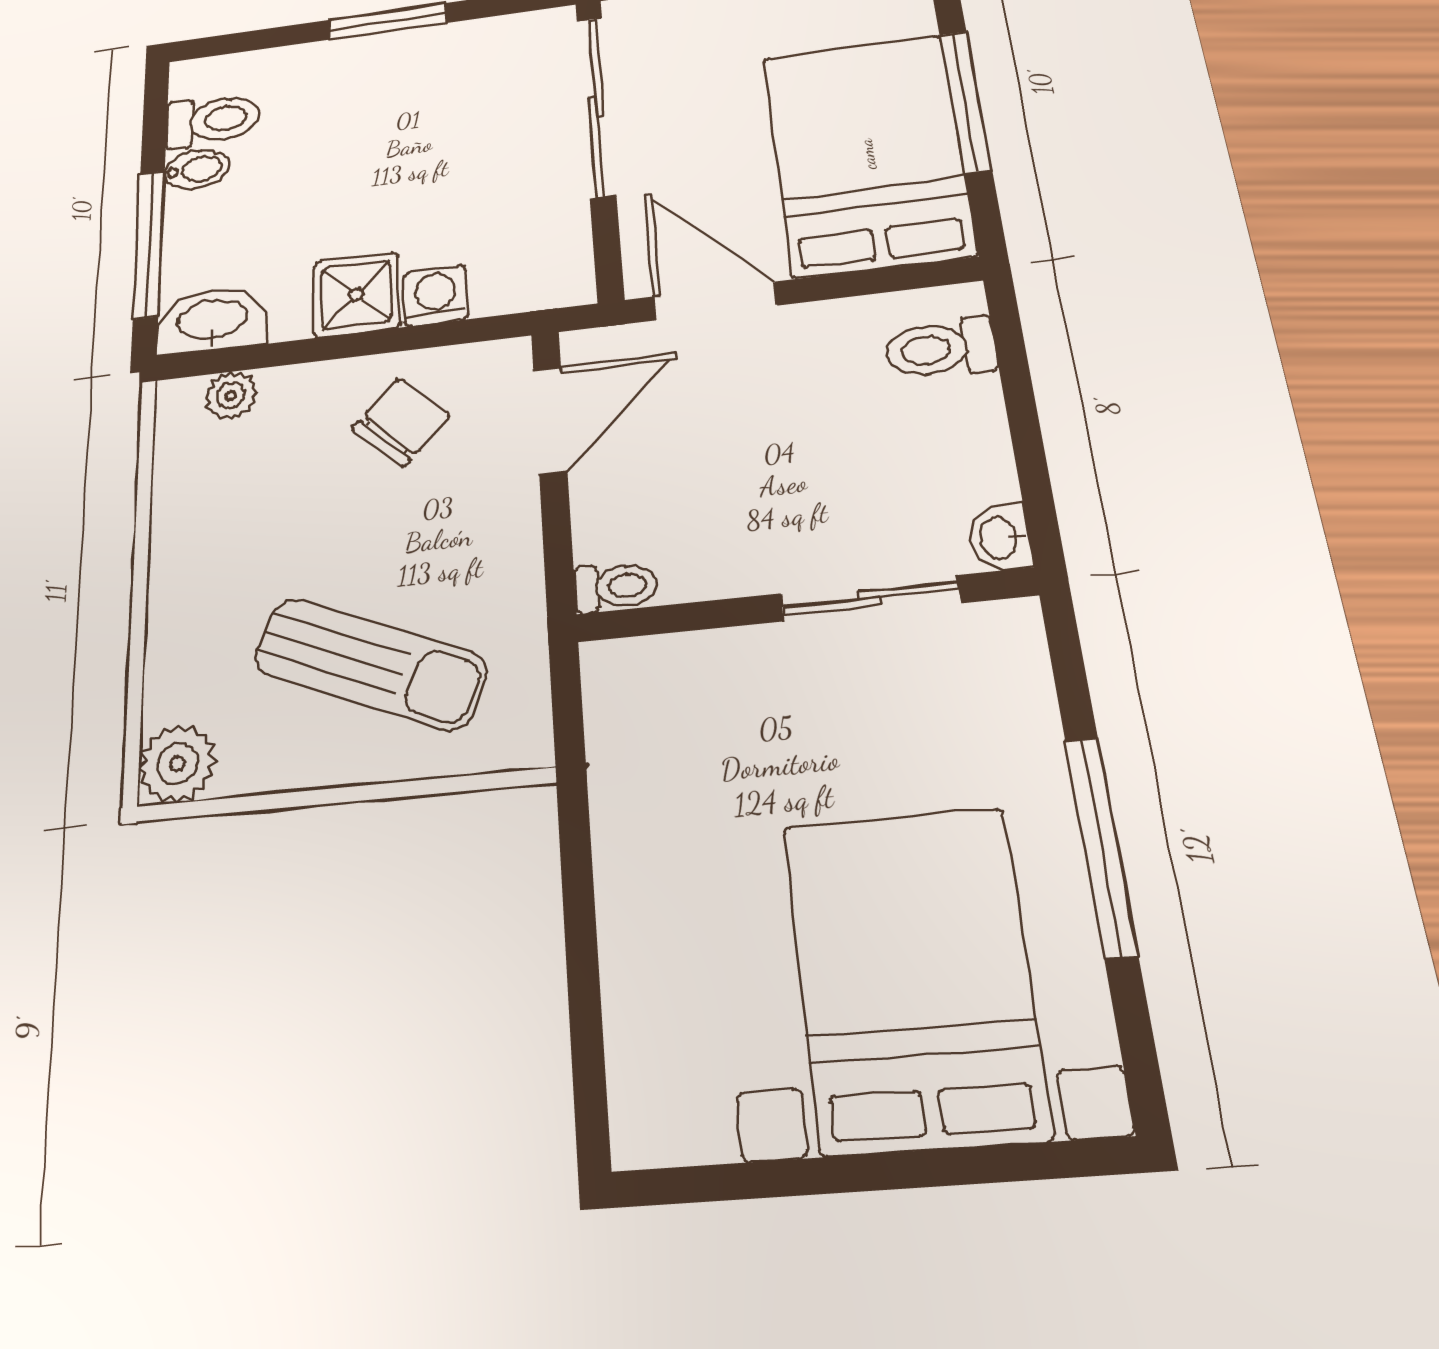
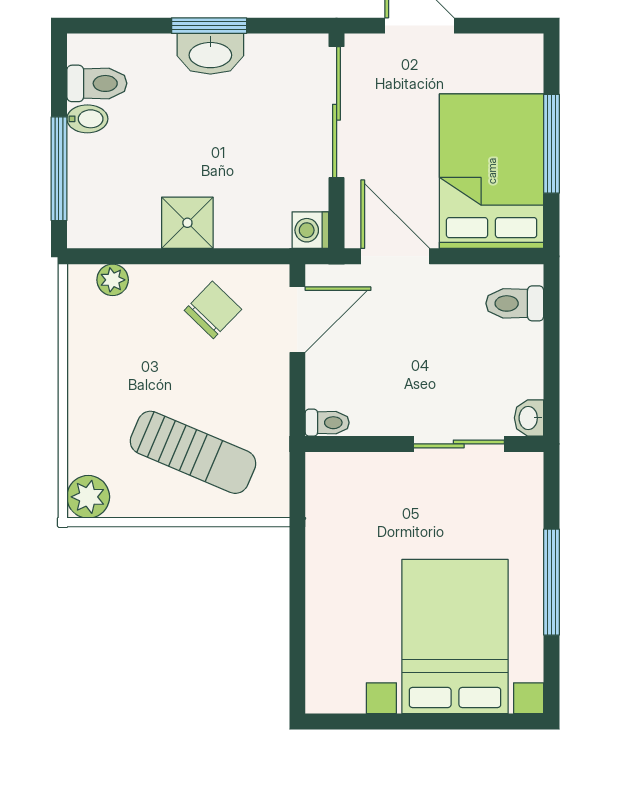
washing machine: (435, 296) -> (310, 230), moved, turned -90
washbasin: (212, 321) -> (210, 54), moved, turned 180

